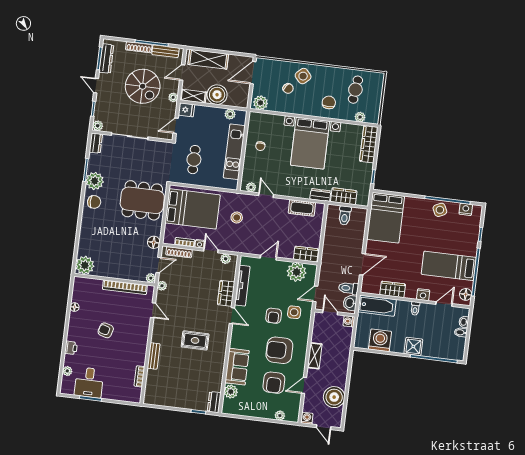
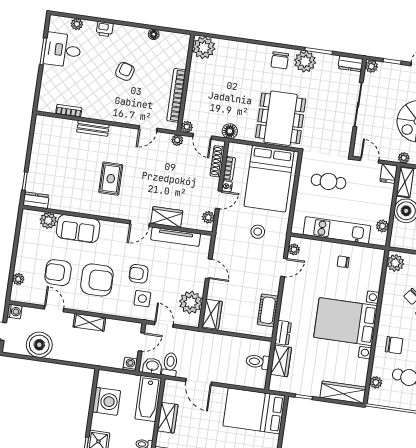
armchair: (279, 350) -> (97, 280), turned 90

